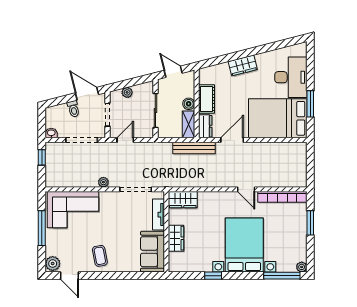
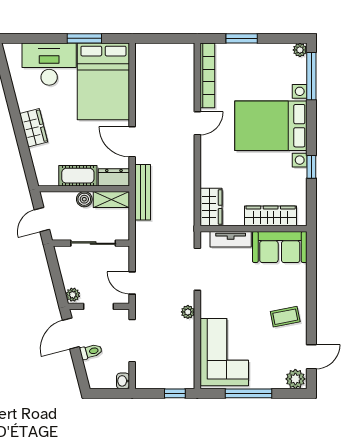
plant: (127, 92) -> (73, 295), moved
window: (42, 157) -> (175, 393), moved
wardrobe: (176, 238) -> (271, 216), width x1.50

